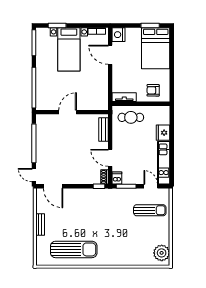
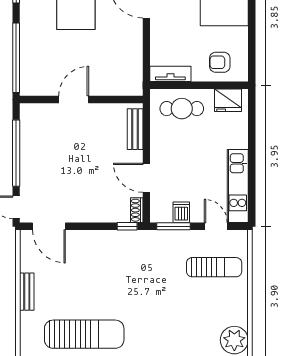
fridge: (163, 133) -> (228, 100), moved, turned -90
dishwasher: (117, 178) -> (181, 212), moved

